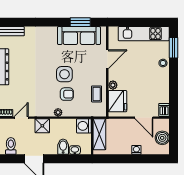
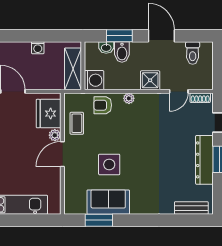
sofa: (79, 36) -> (108, 202), width x0.73
door: (107, 59) -> (62, 154), moved
side table: (64, 74) -> (109, 164), moved
armchair: (67, 94) -> (103, 105), moved
washing machine: (136, 150) -> (38, 48), moved
window: (65, 159) -> (119, 36), added

